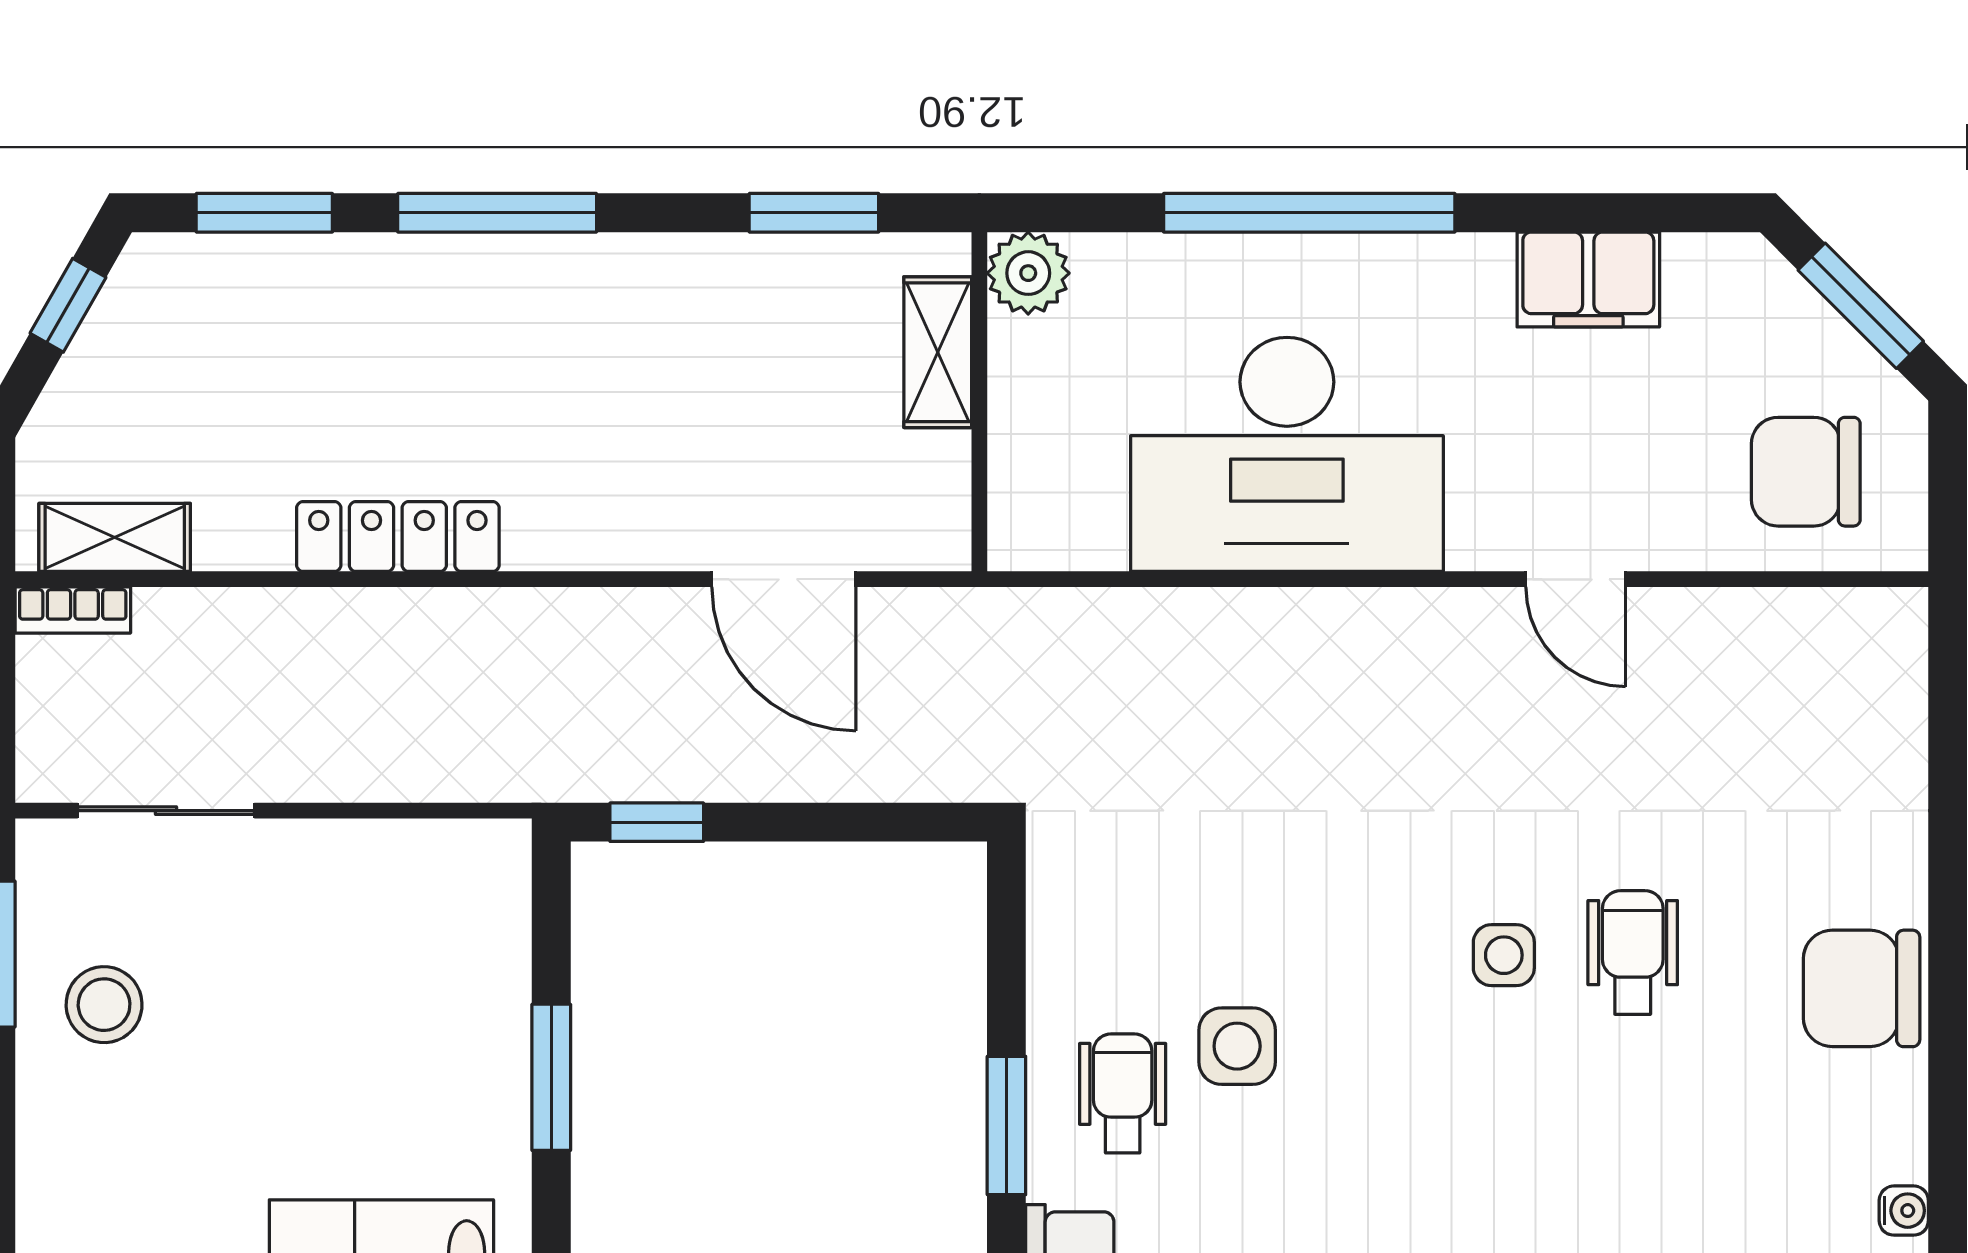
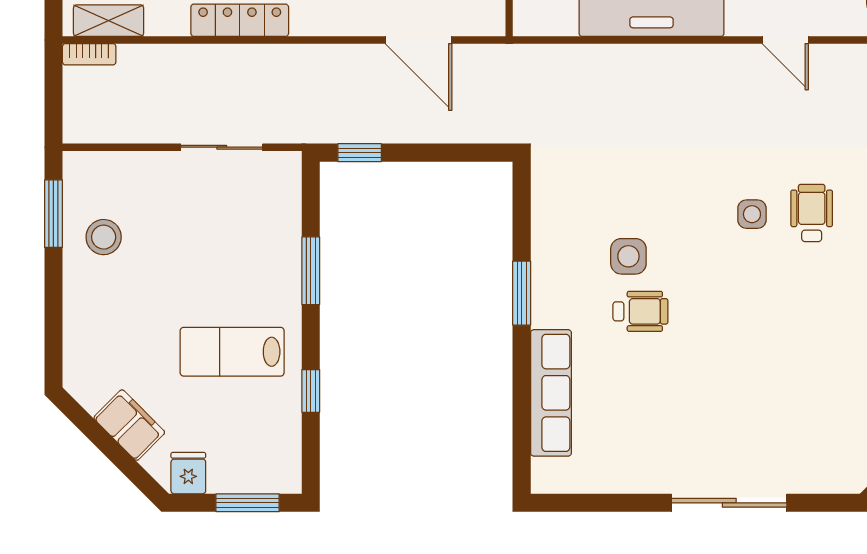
sliding door: (166, 811) -> (222, 147), moved
wheelchair: (1123, 1093) -> (640, 311), moved, turned 90

